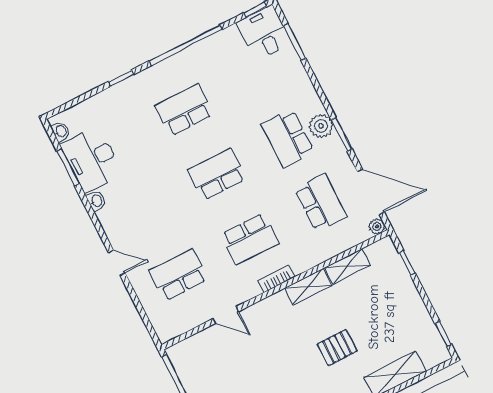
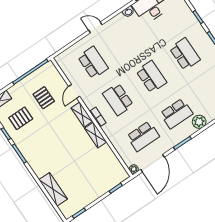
plant: (321, 126) -> (199, 122), moved
school desk: (288, 138) -> (176, 114), turned 180
door: (117, 263) -> (95, 27), swing flipped
shelving: (347, 266) -> (82, 115), moved
pallet: (337, 348) -> (44, 98), moved

